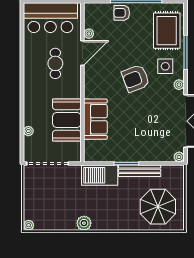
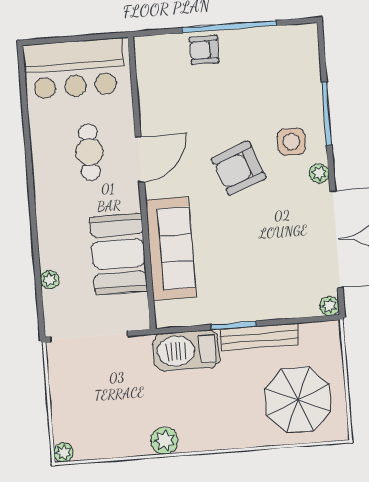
rug: (167, 31) -> (289, 76), removed
plant: (89, 34) -> (147, 92), removed
door: (82, 53) -> (140, 159), moved
sofa: (95, 119) -> (171, 249), width x1.36

